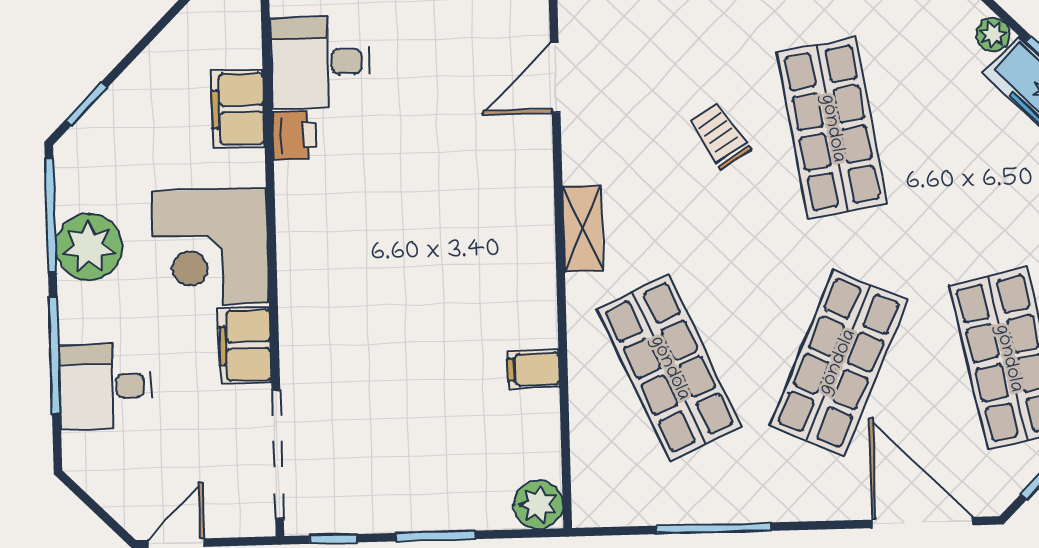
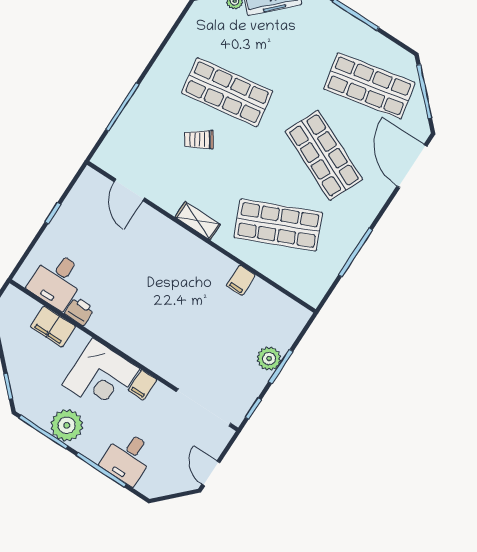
filing cabinet: (245, 345) -> (142, 385), width x0.50
plant: (538, 504) -> (269, 359), moved
door: (923, 522) -> (412, 166), hinge flipped

